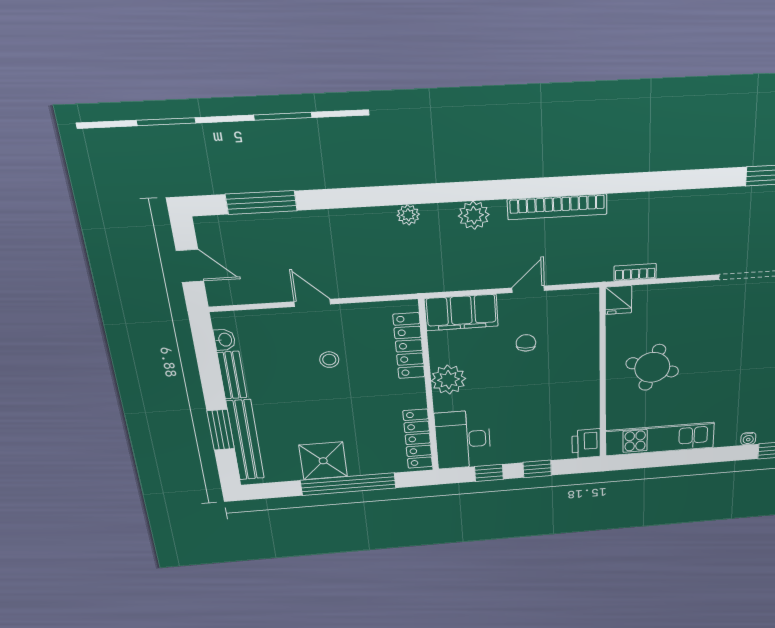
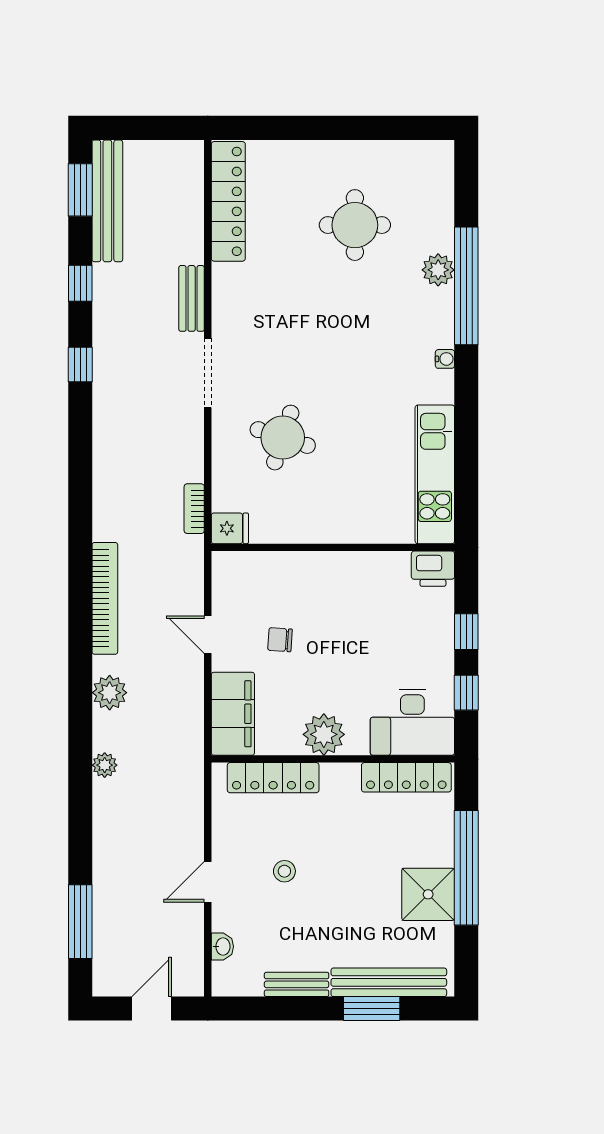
washbasin: (225, 340) -> (222, 947), moved, turned 90
round table: (652, 367) -> (283, 438), moved

